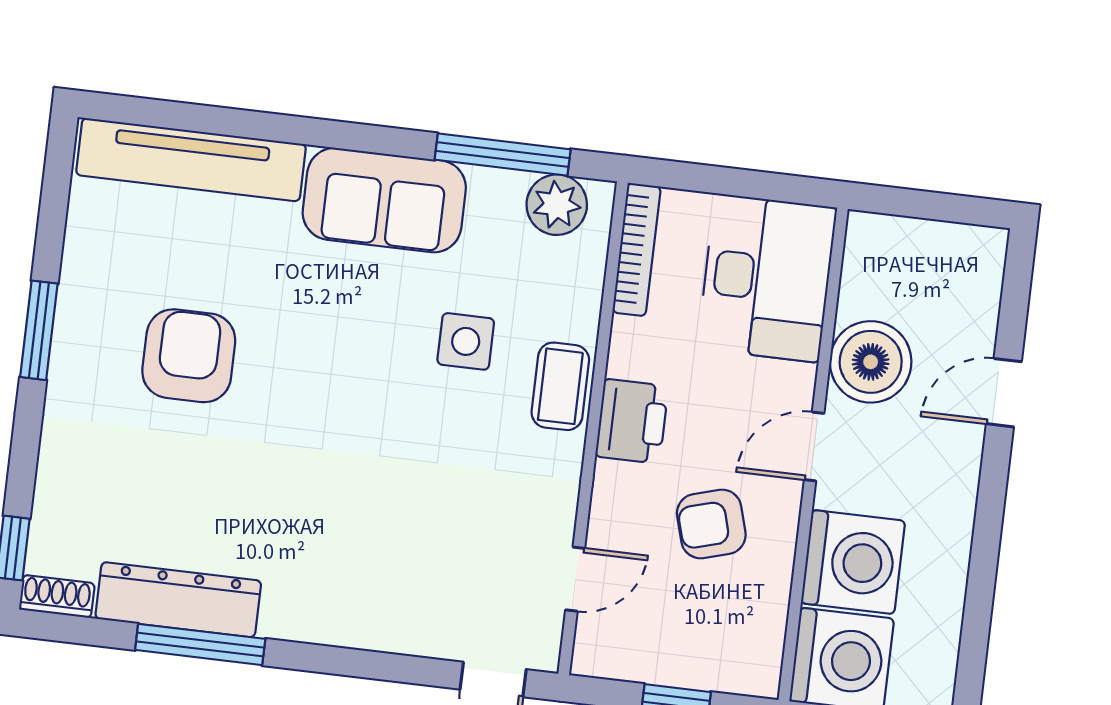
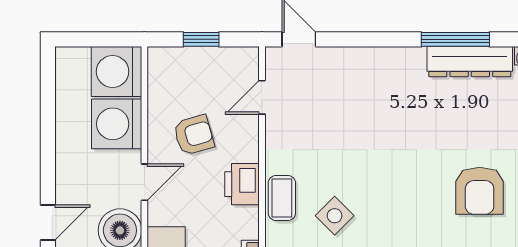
side table: (466, 341) -> (335, 216), turned 45

